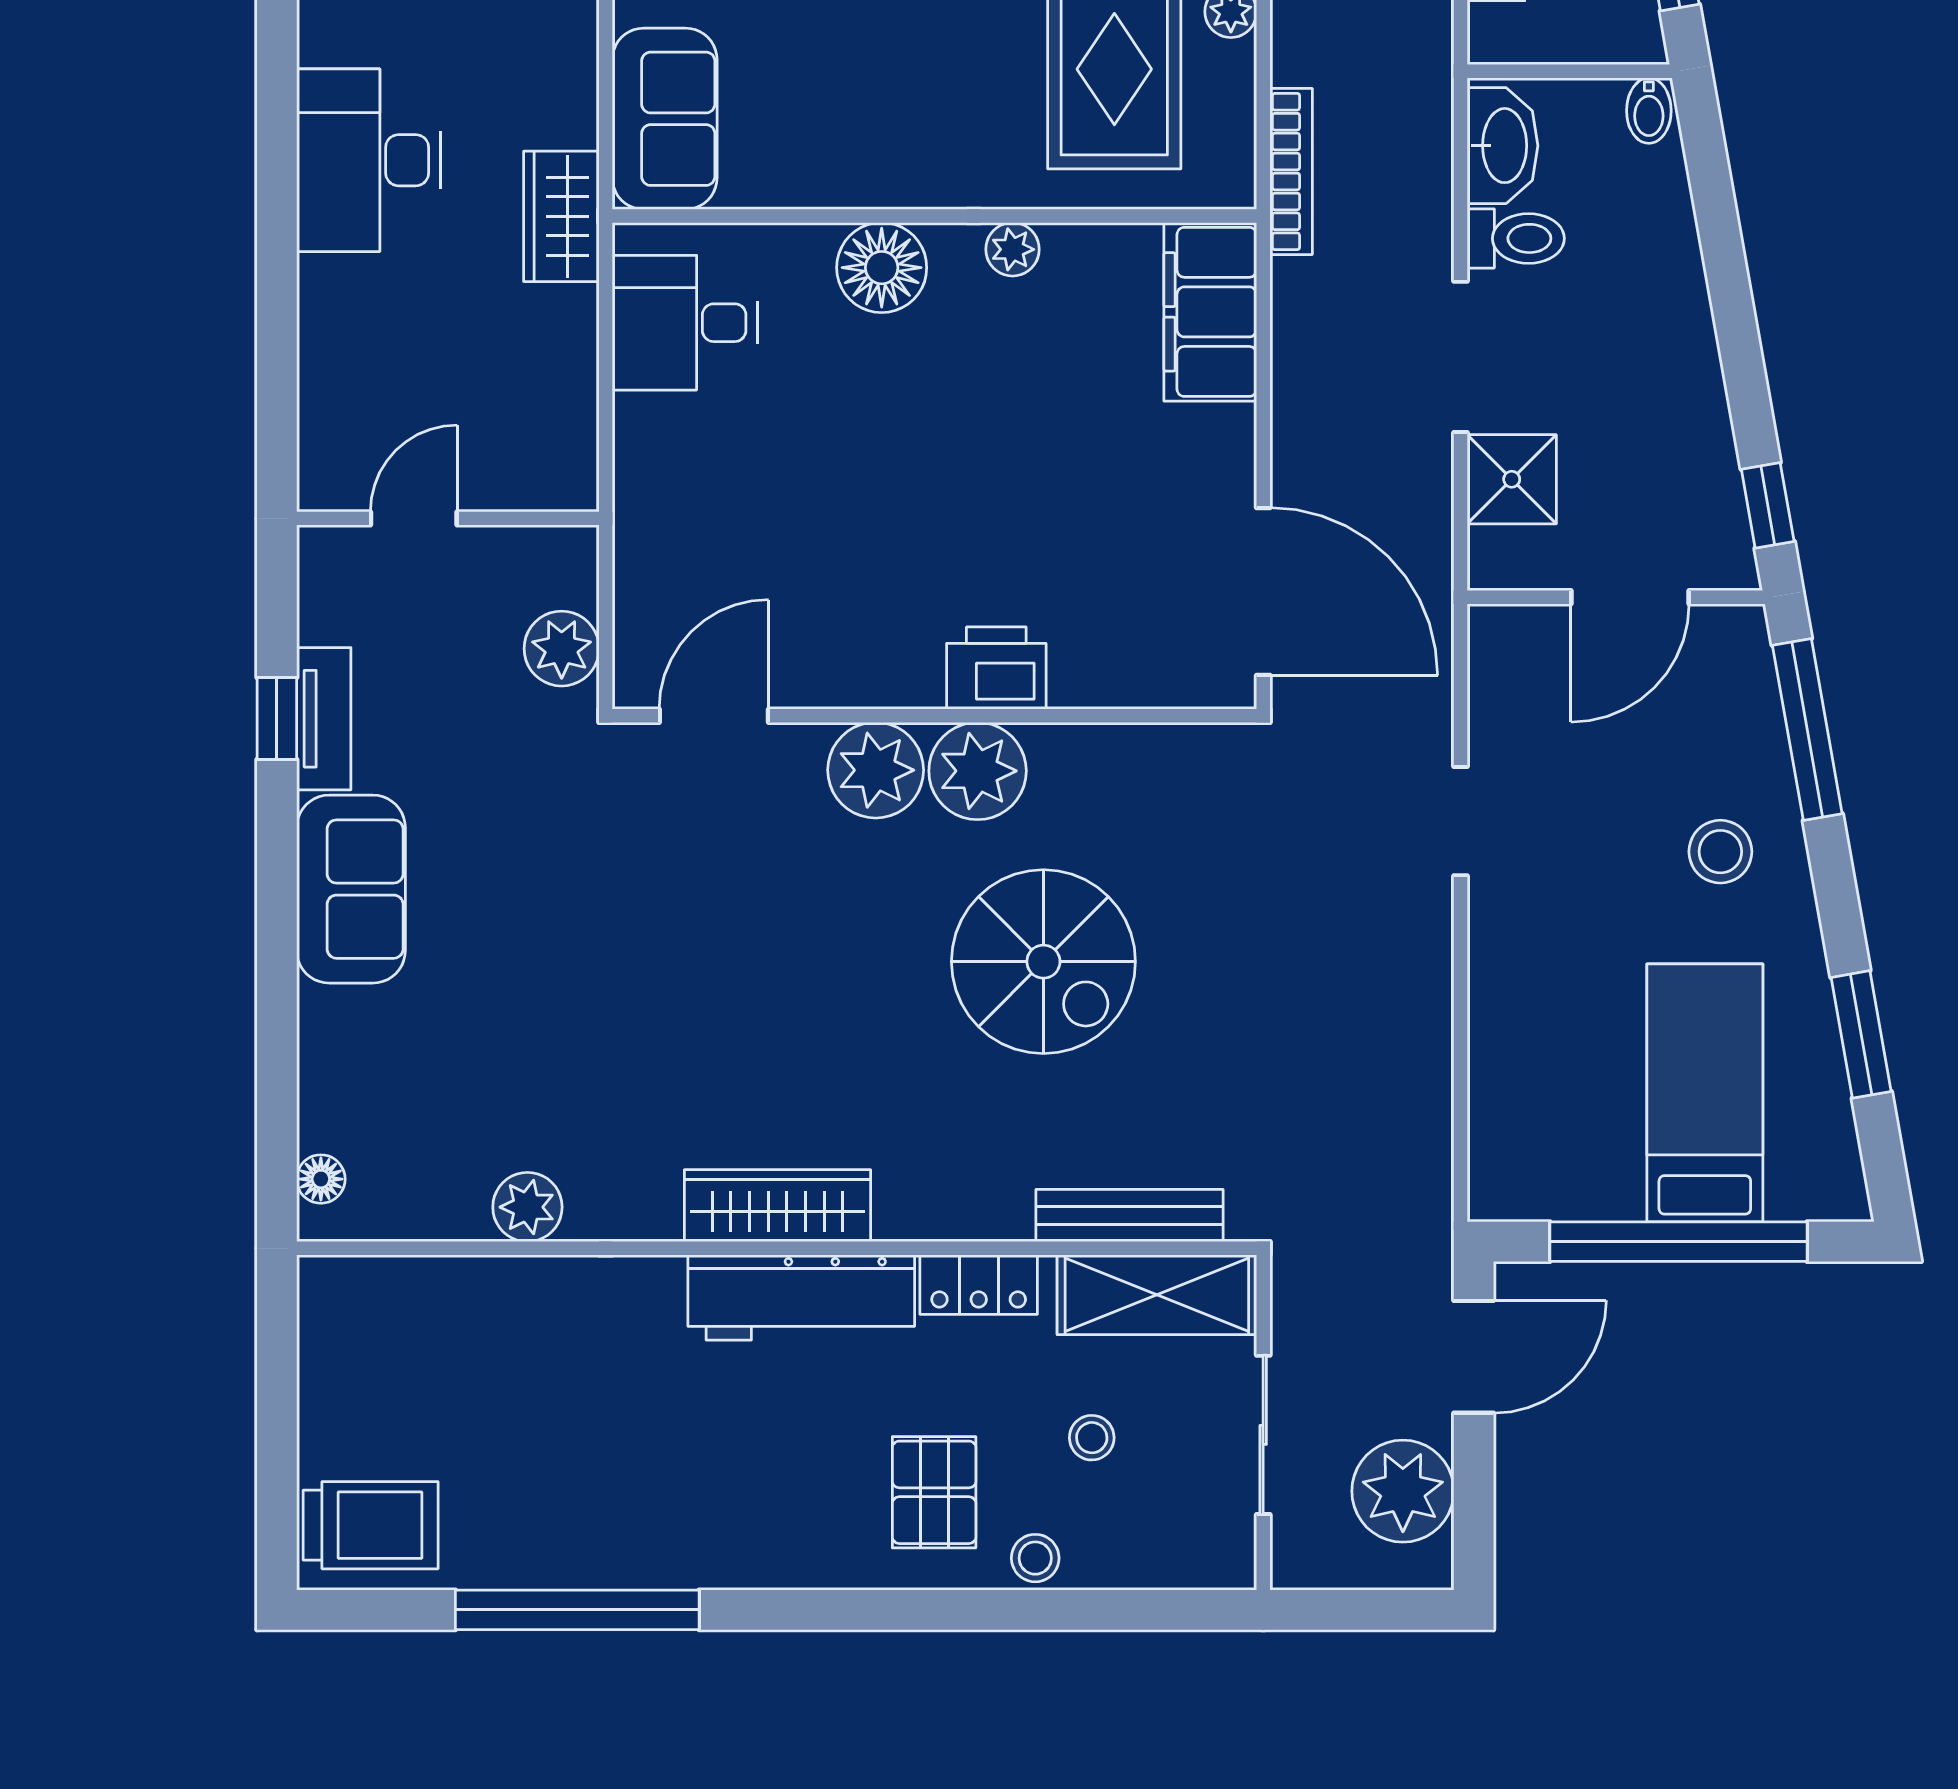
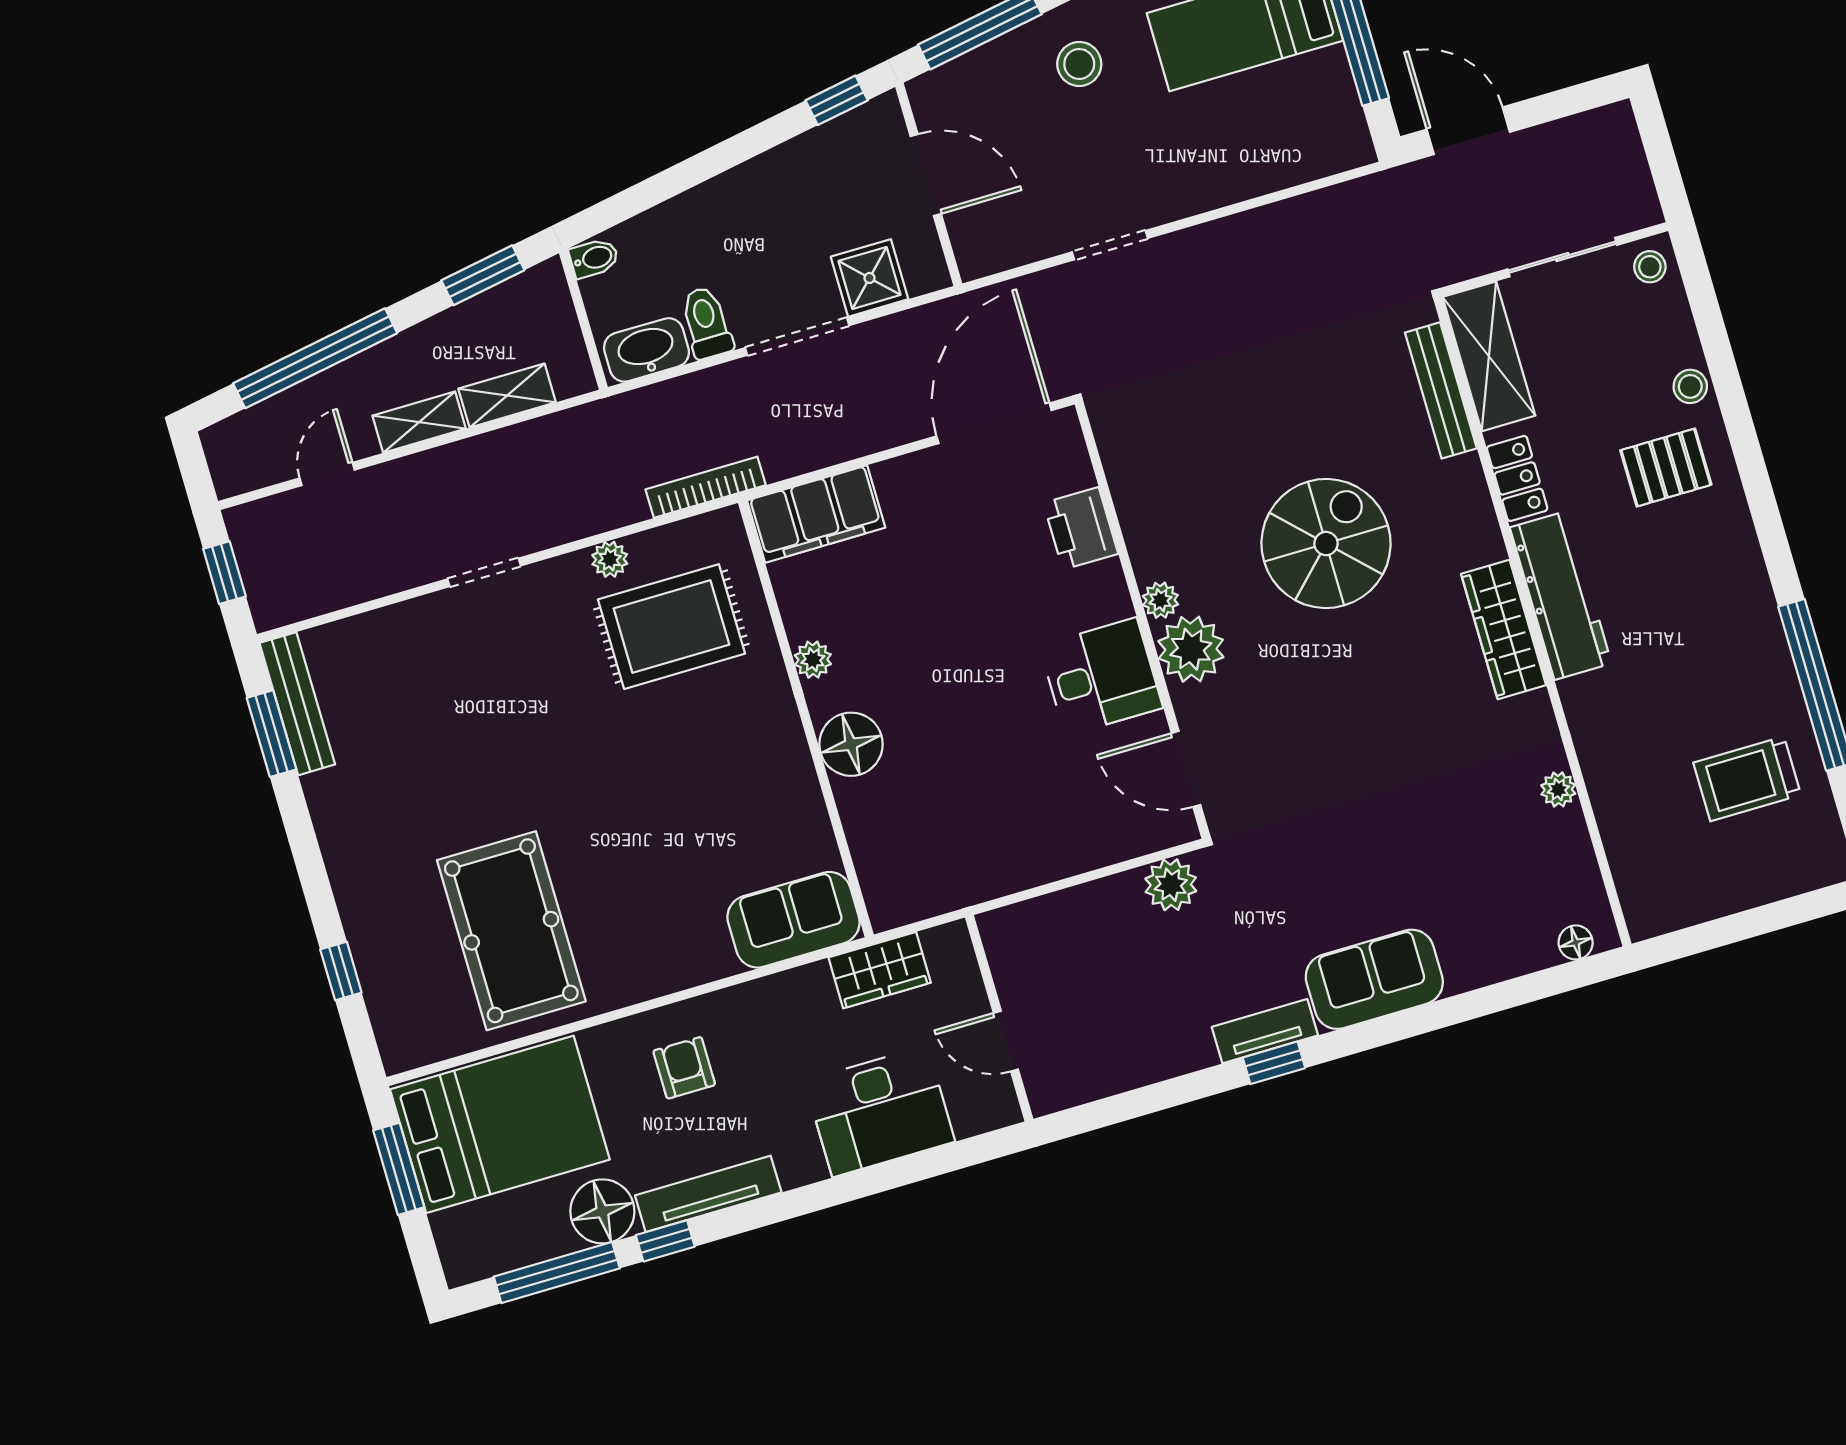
desk: (685, 323) -> (1101, 677), moved, turned -90
door: (414, 518) -> (1006, 1041), moved
wall: (448, 518) -> (999, 1018), moved
printer: (996, 668) -> (1081, 528), moved
plant: (978, 771) -> (1160, 600), width x0.53, depth x0.53
spiral stairs: (1043, 962) -> (1326, 544), moved
plant: (527, 1207) -> (1558, 789), width x0.73, depth x0.73
stool: (1092, 1438) -> (1650, 267), moved
plant: (1403, 1491) -> (1573, 152), removed
trolley: (371, 1525) -> (1747, 779), moved, turned -90

